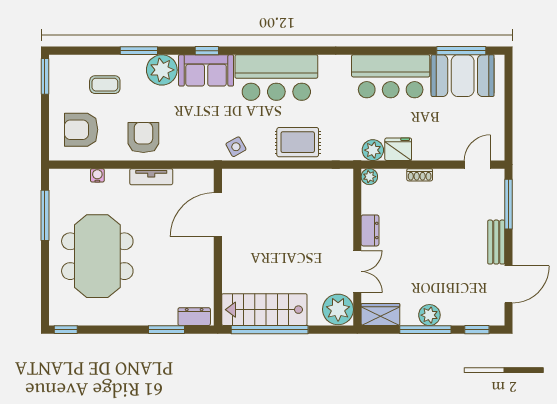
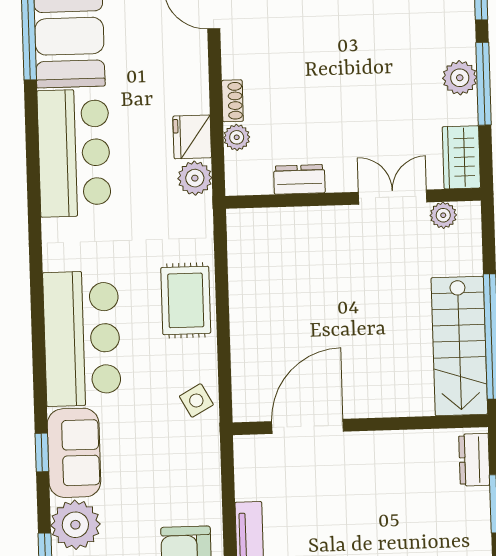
plant: (369, 177) -> (237, 137), moved
door: (218, 215) -> (308, 426), swing flipped
dresser: (370, 230) -> (299, 179), moved
plant: (338, 309) -> (443, 215), width x0.53, depth x0.53

